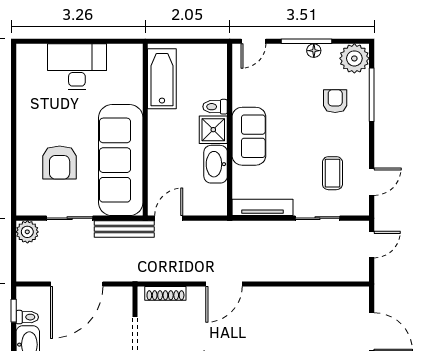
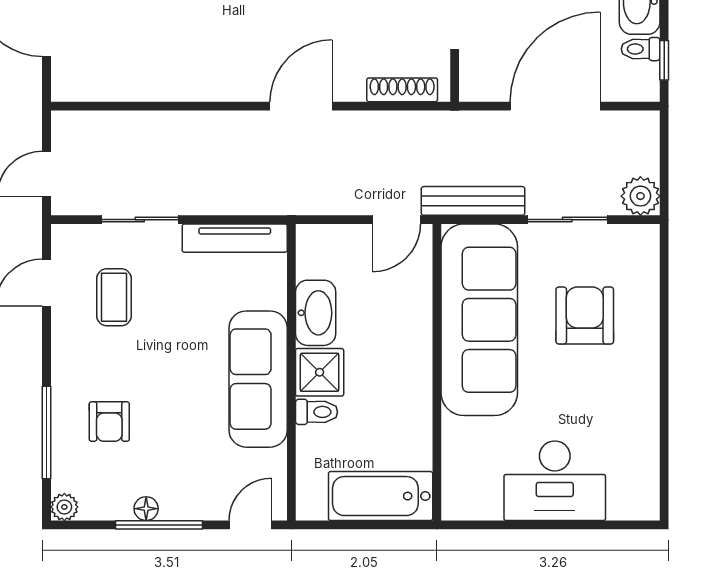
plant: (354, 58) -> (64, 507), width x0.53, depth x0.53
bathtub: (162, 79) -> (381, 496), moved, turned 90
sofa: (249, 136) -> (258, 379), width x1.36

